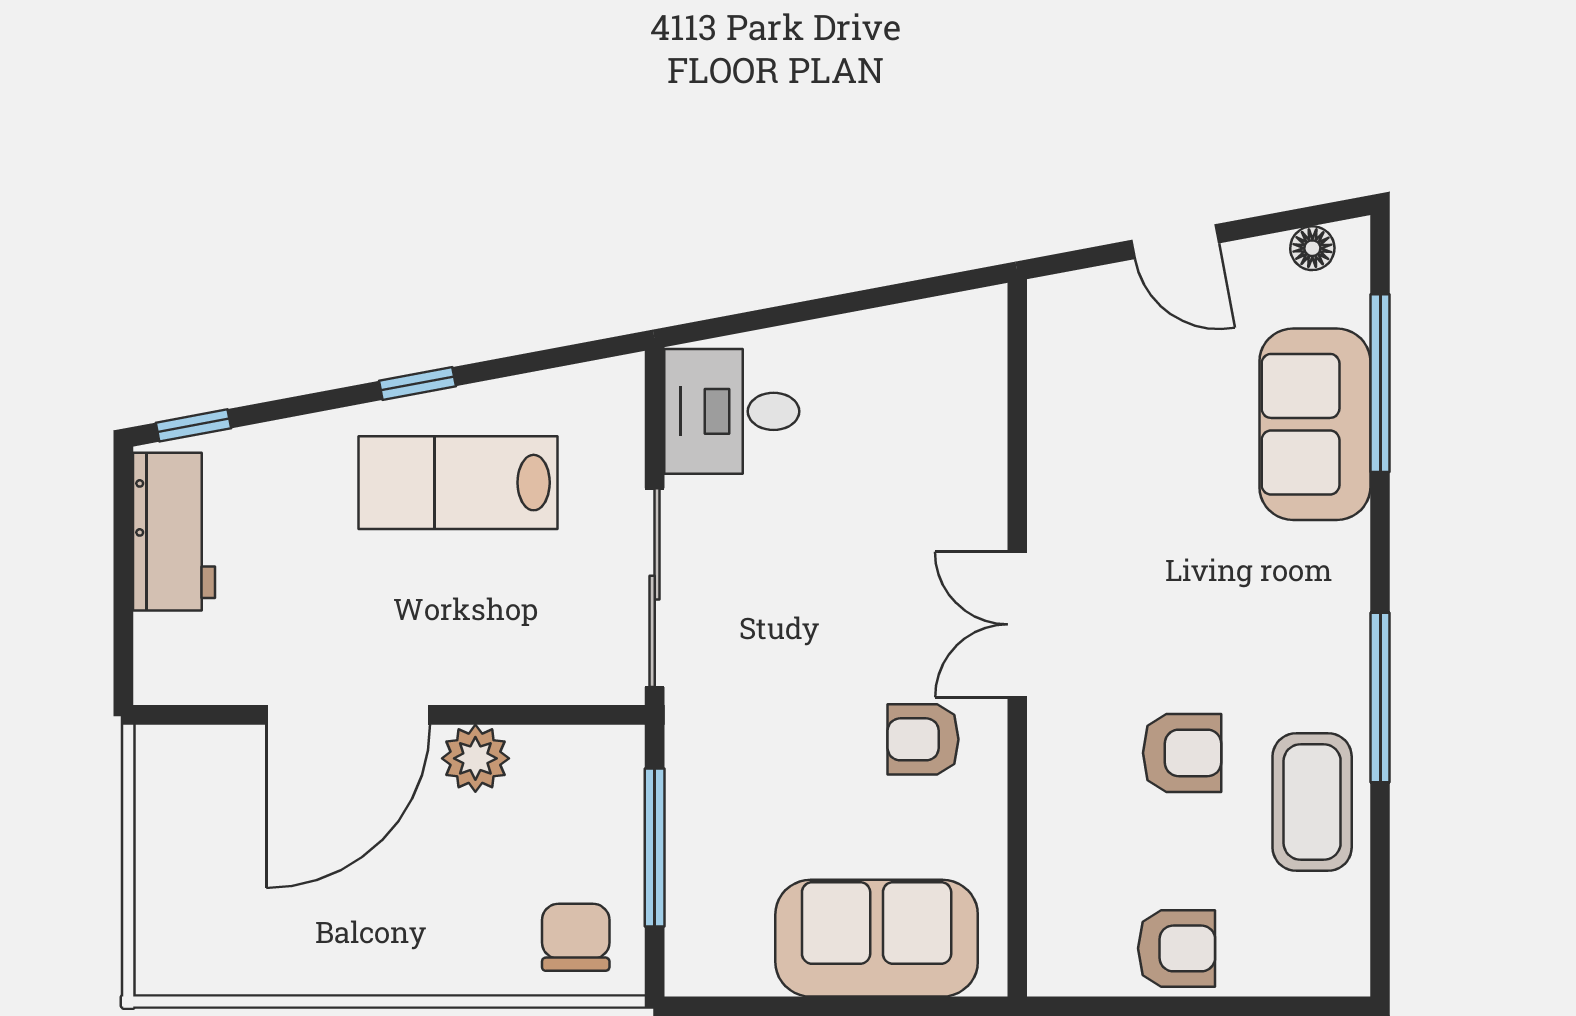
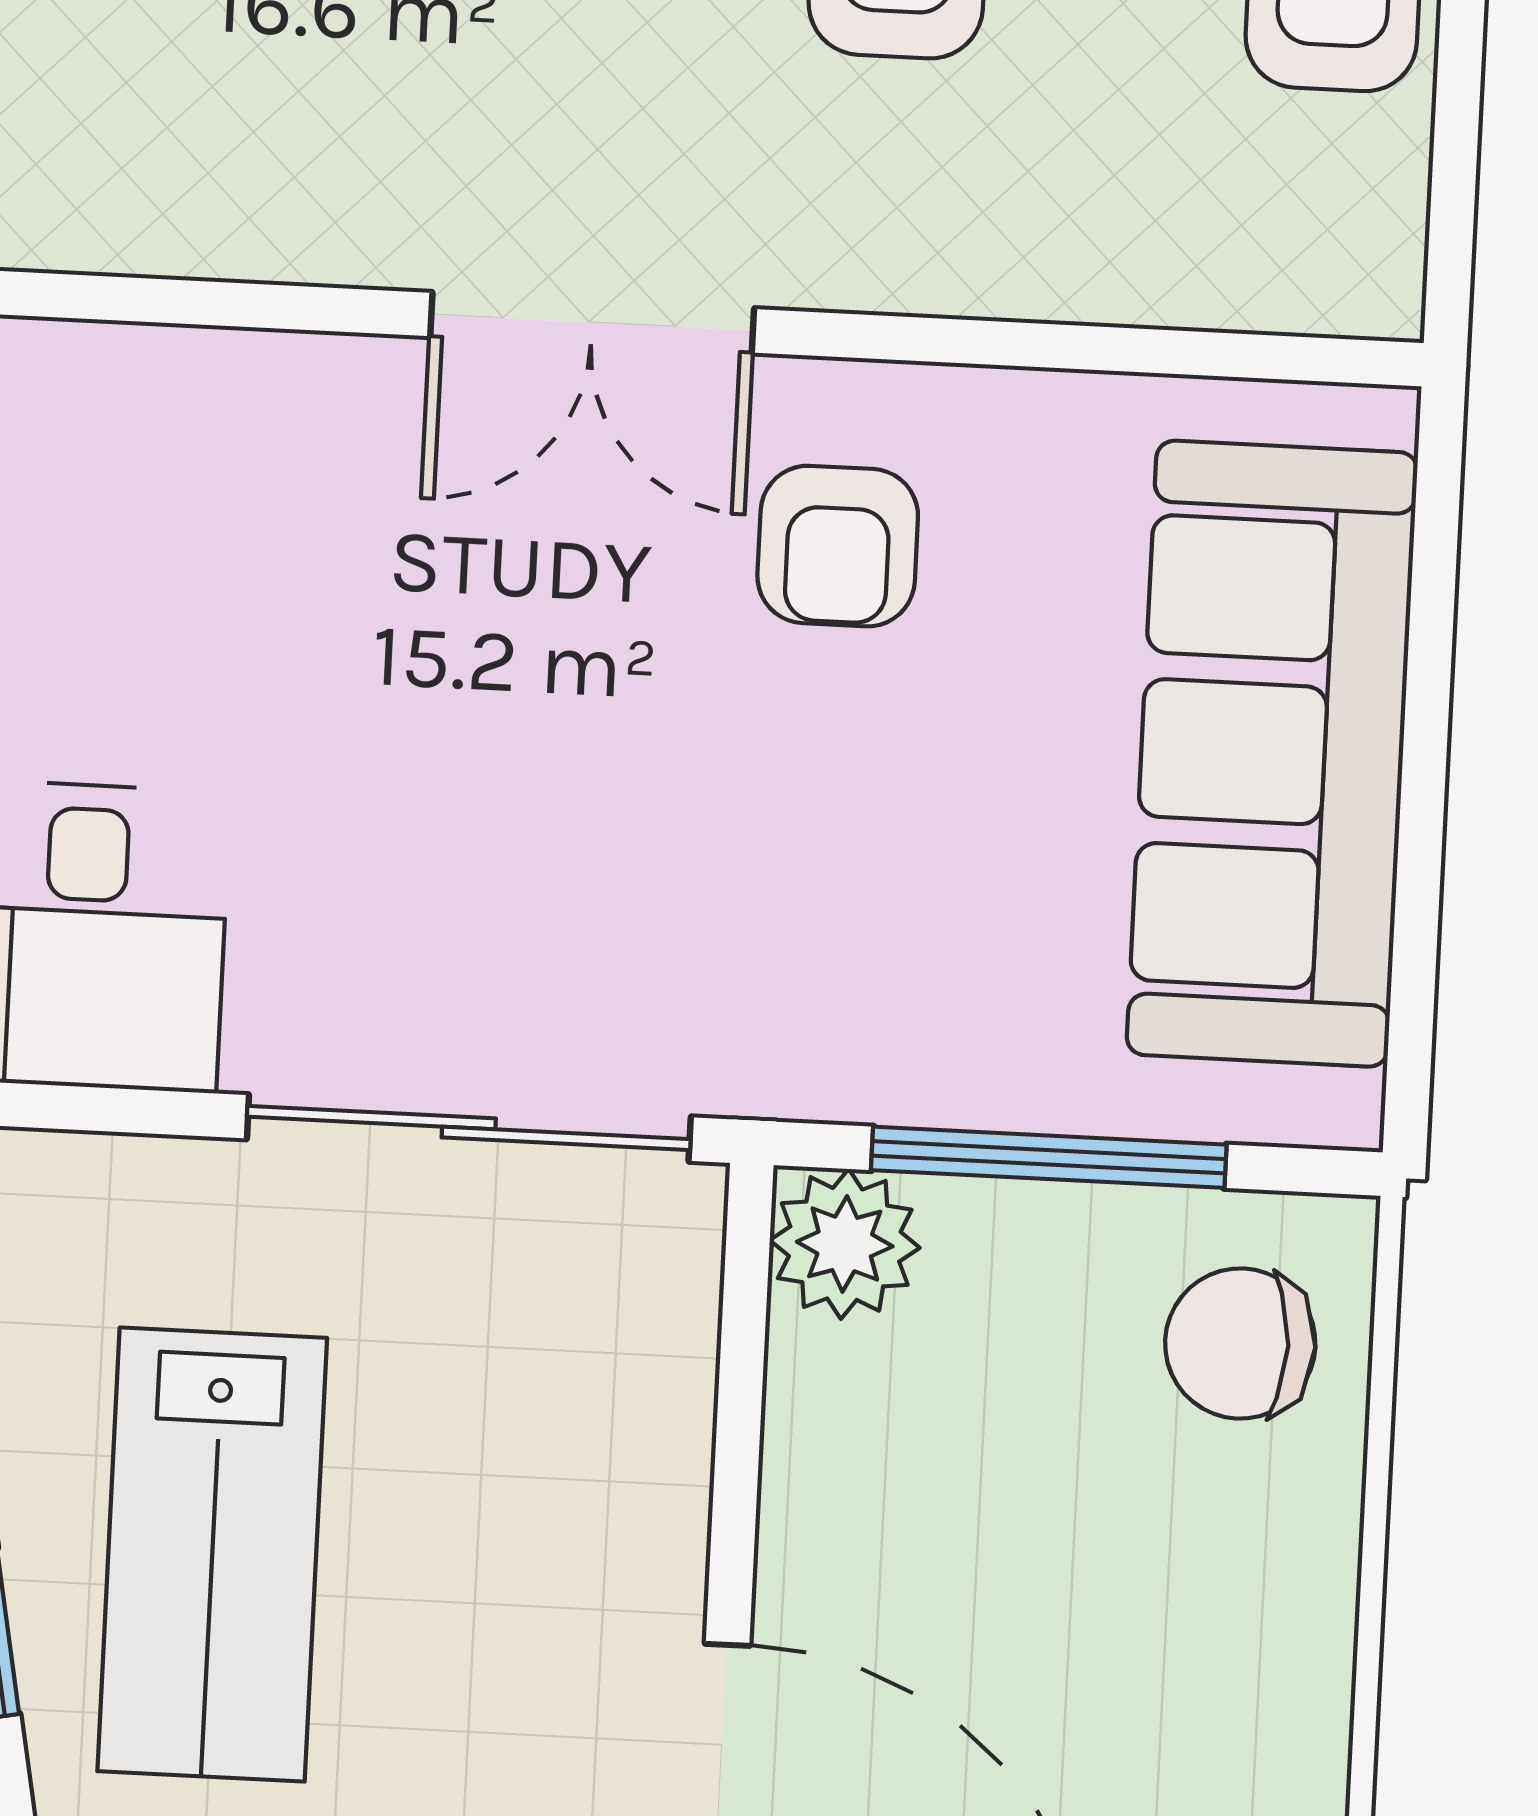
plant: (475, 758) -> (845, 1244), moved
sofa: (877, 938) -> (1272, 754), width x1.36

